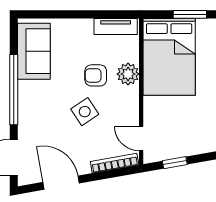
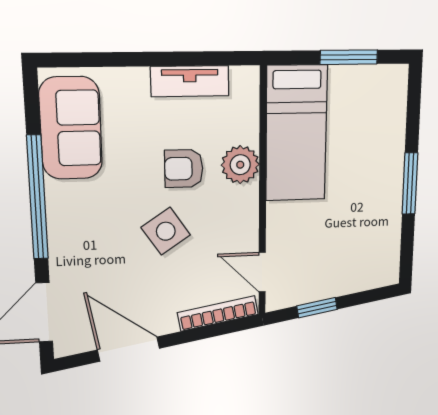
tv unit: (116, 27) -> (190, 81), moved
bed: (169, 57) -> (296, 133), width x0.67

